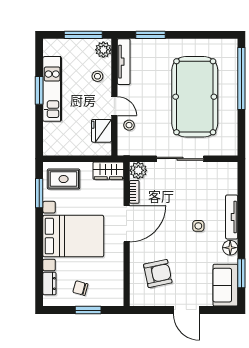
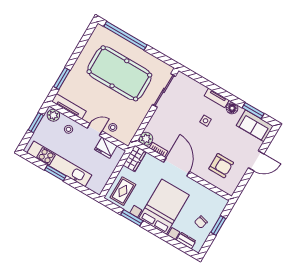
window: (83, 35) -> (36, 123), width x0.69
kitchen unit: (52, 89) -> (59, 164), width x1.36
sliding door: (180, 159) -> (164, 90), moved
window: (39, 193) -> (132, 218), moved
tv unit: (232, 217) -> (217, 98), width x0.71
armchair: (158, 274) -> (221, 166), turned 102

